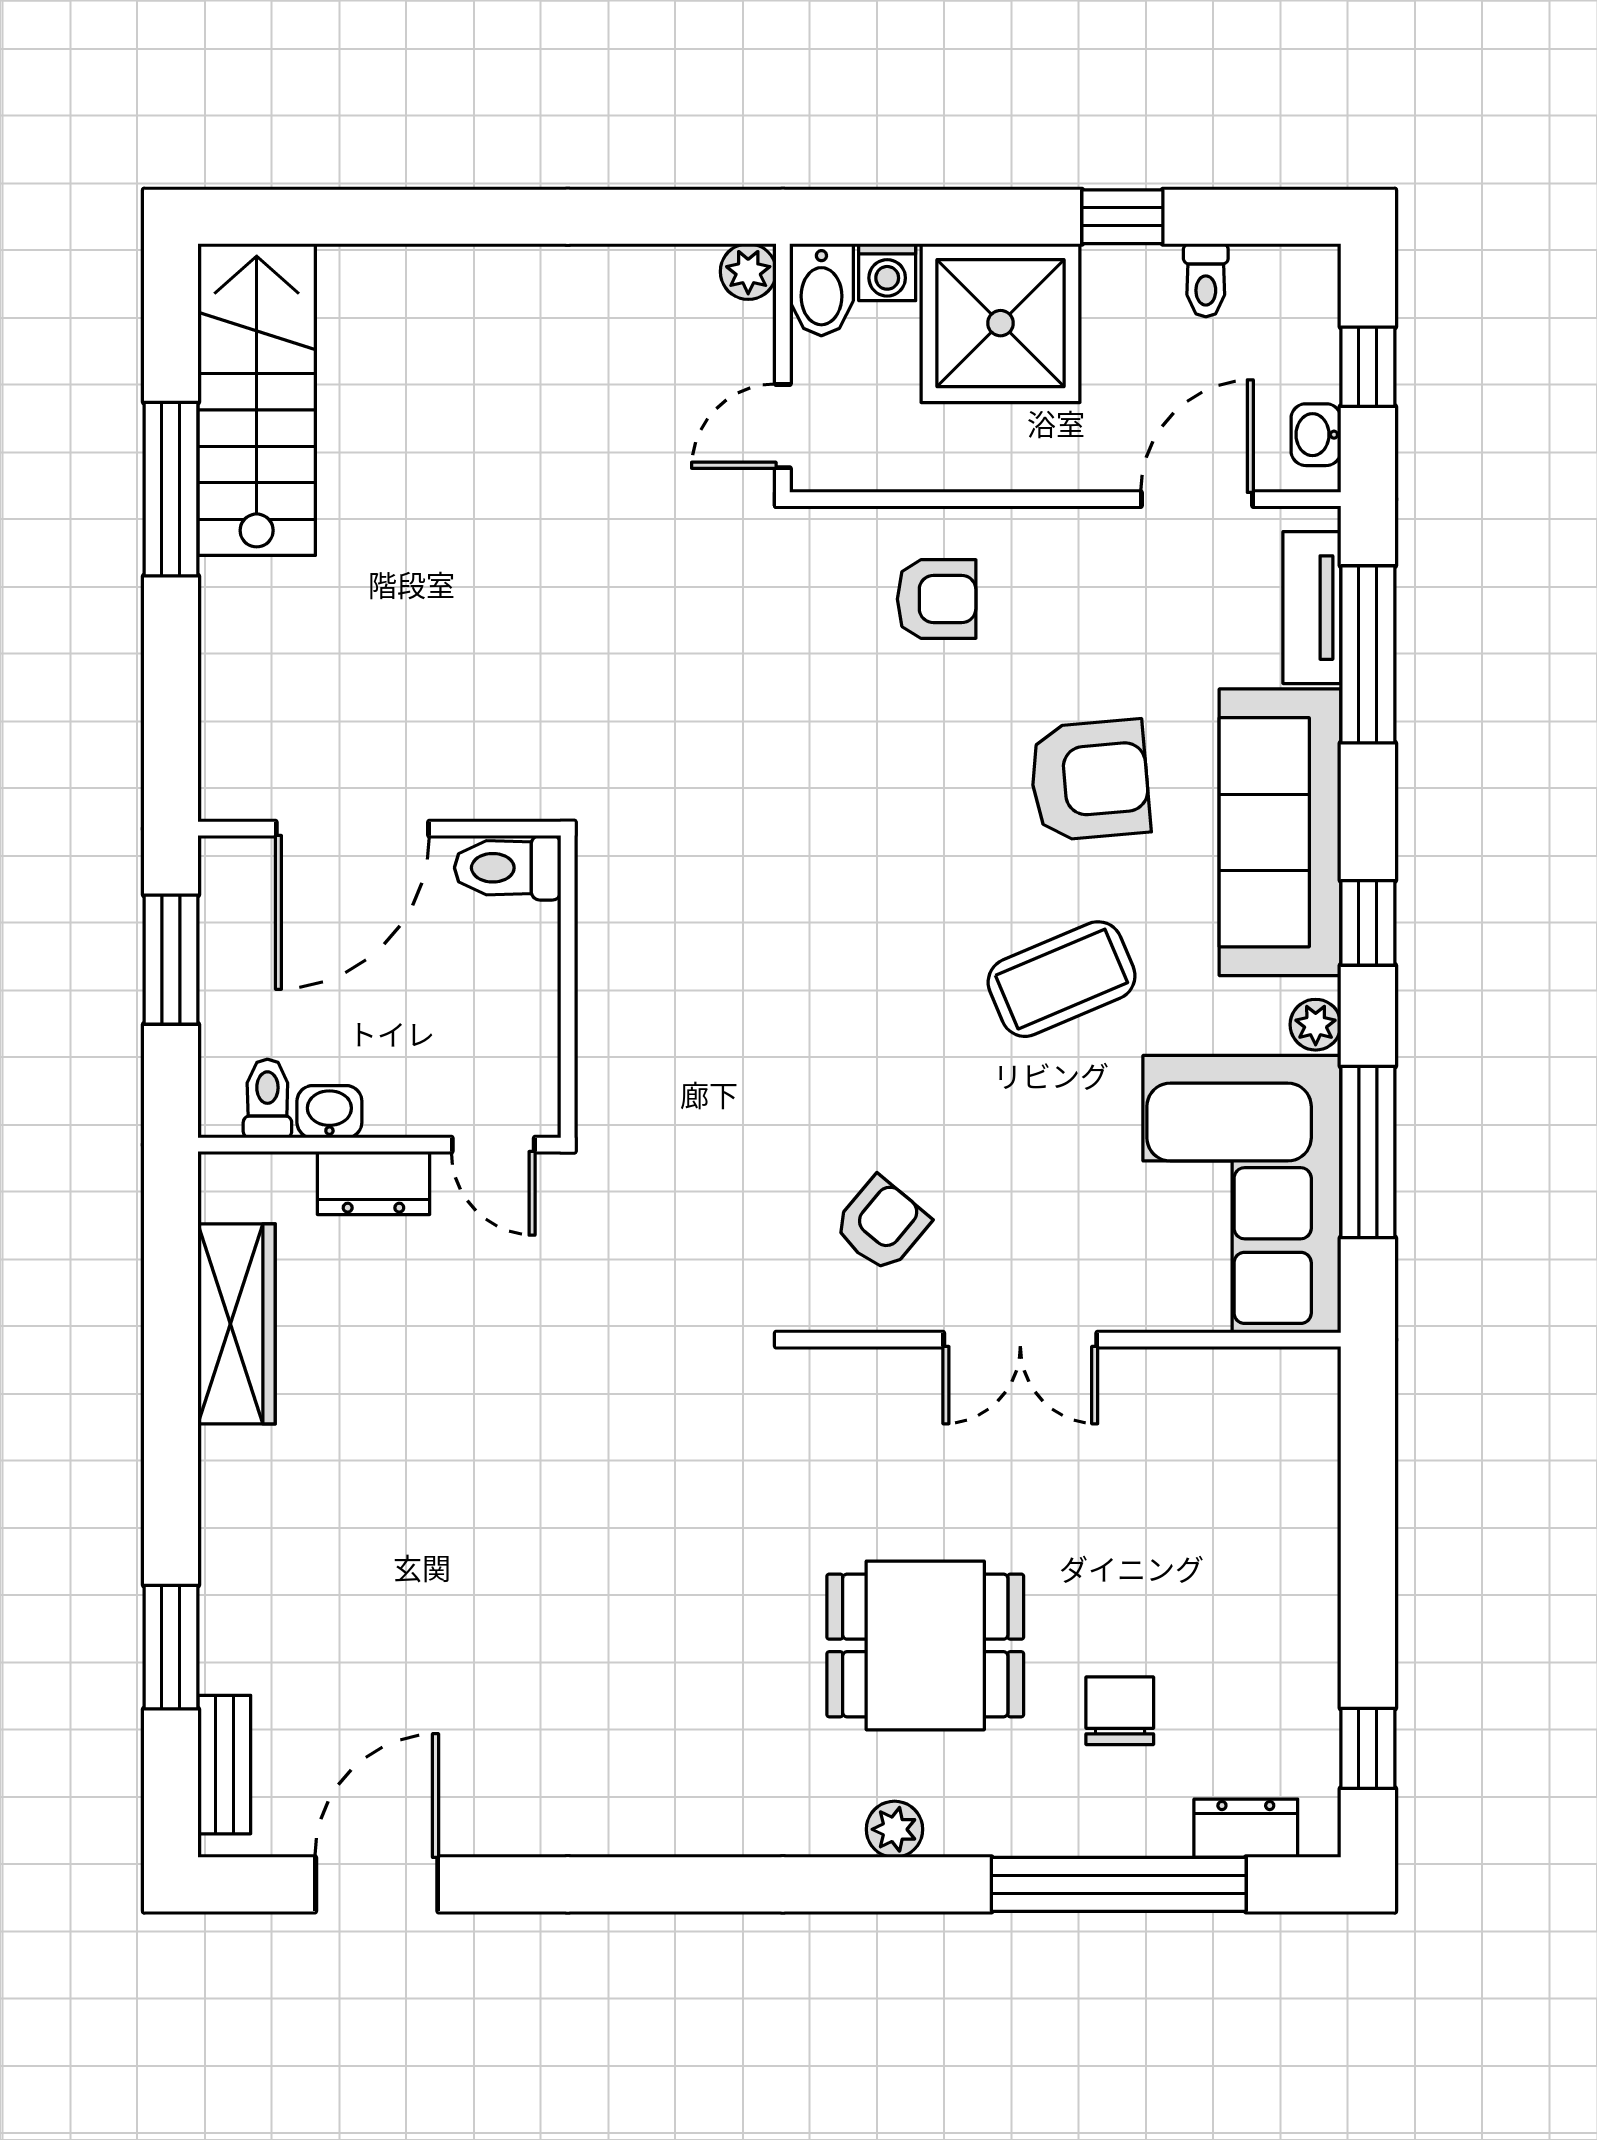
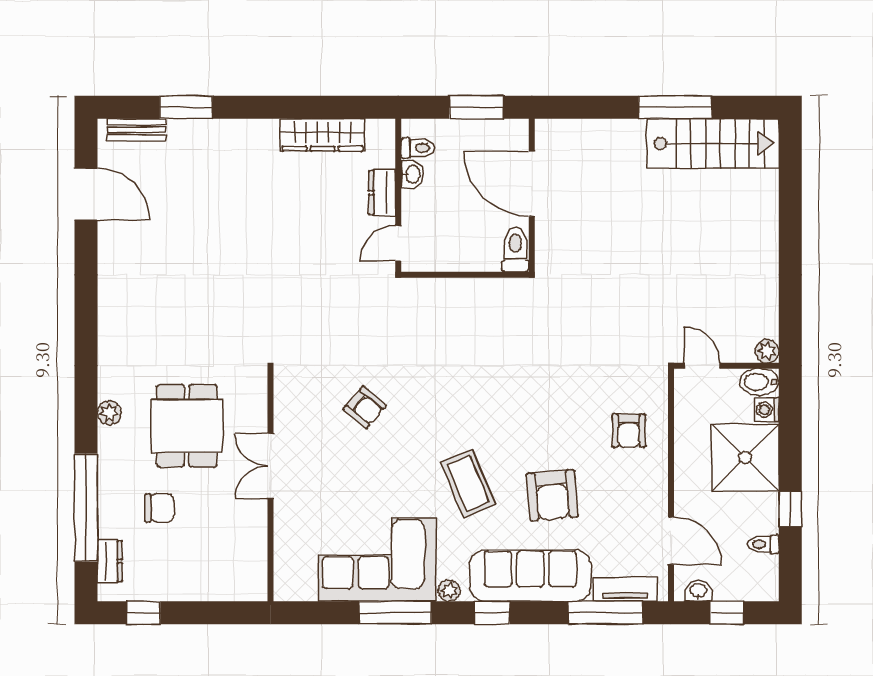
double door: (1020, 1340) -> (271, 466), moved
wall: (1065, 1340) -> (271, 485), moved

